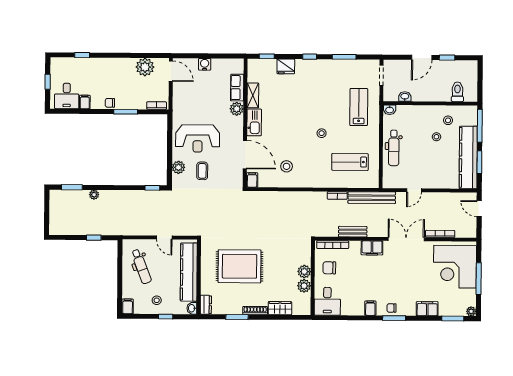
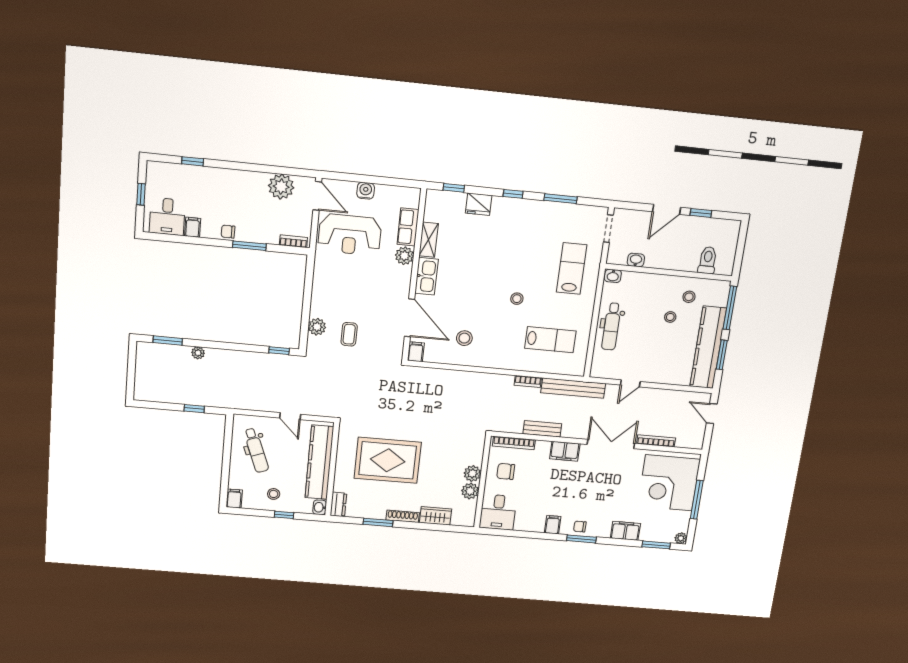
reception desk: (198, 138) -> (350, 235), moved
lab bench: (350, 162) -> (550, 340), turned 180

